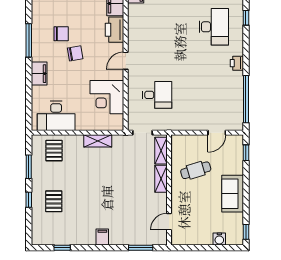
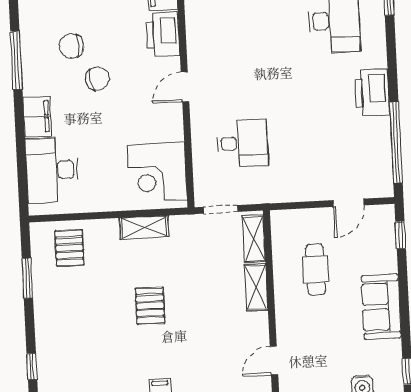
chair: (61, 34) -> (72, 46), turned 180
printer: (237, 63) -> (372, 92), width x1.87, depth x1.48
corner desk: (107, 97) -> (157, 172), moved
desk: (56, 116) -> (52, 170), moved, turned 90
cafe table: (196, 170) -> (316, 270), turned -73
window: (29, 200) -> (32, 367), moved
pallet: (54, 201) -> (150, 306), moved

